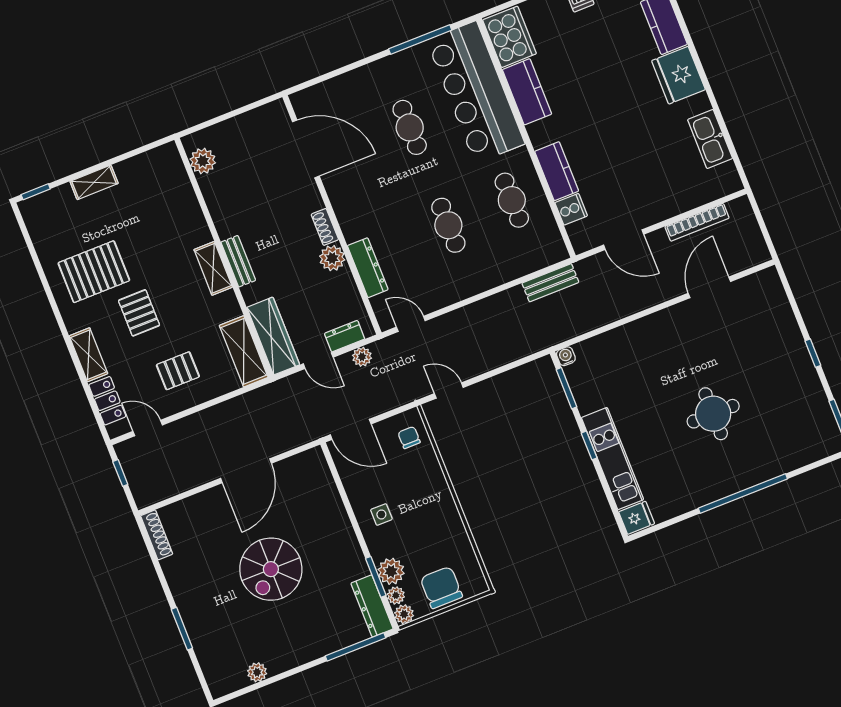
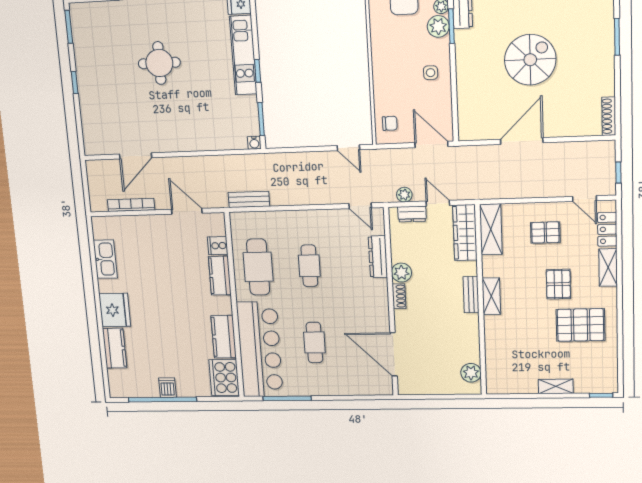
cafe table: (512, 200) -> (258, 267), width x1.37, depth x1.35
chair: (409, 438) -> (390, 123), turned -90

